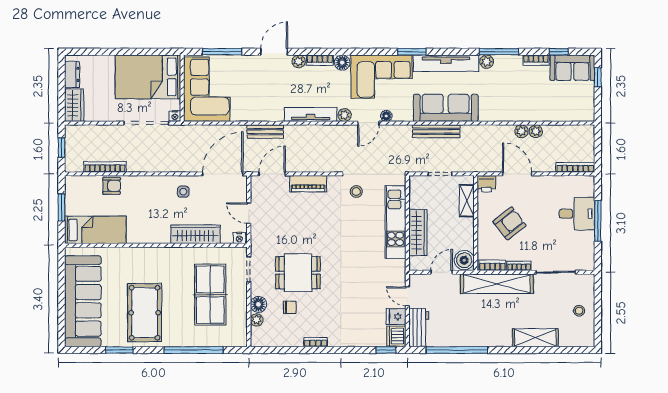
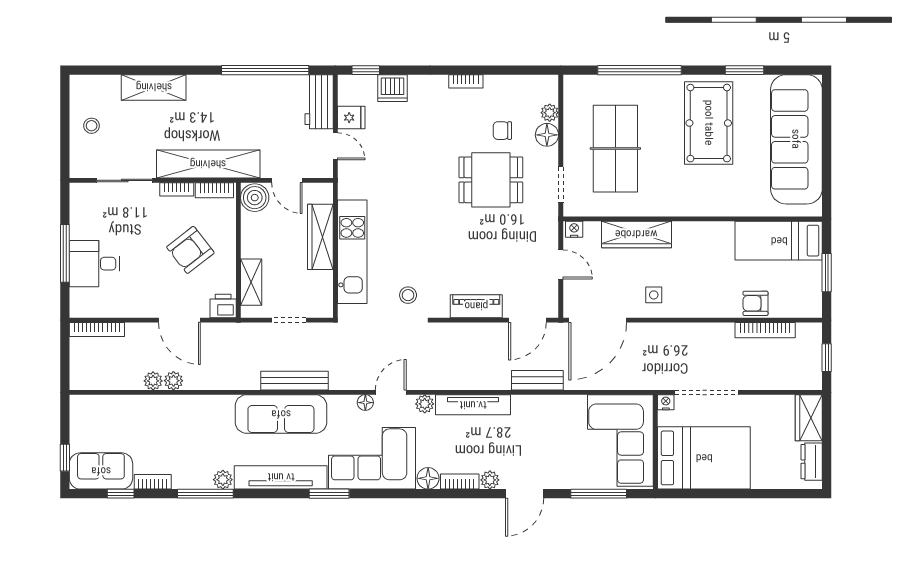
door: (442, 272) -> (287, 180), hinge flipped
dishwasher: (396, 336) -> (393, 88), moved, turned 90

